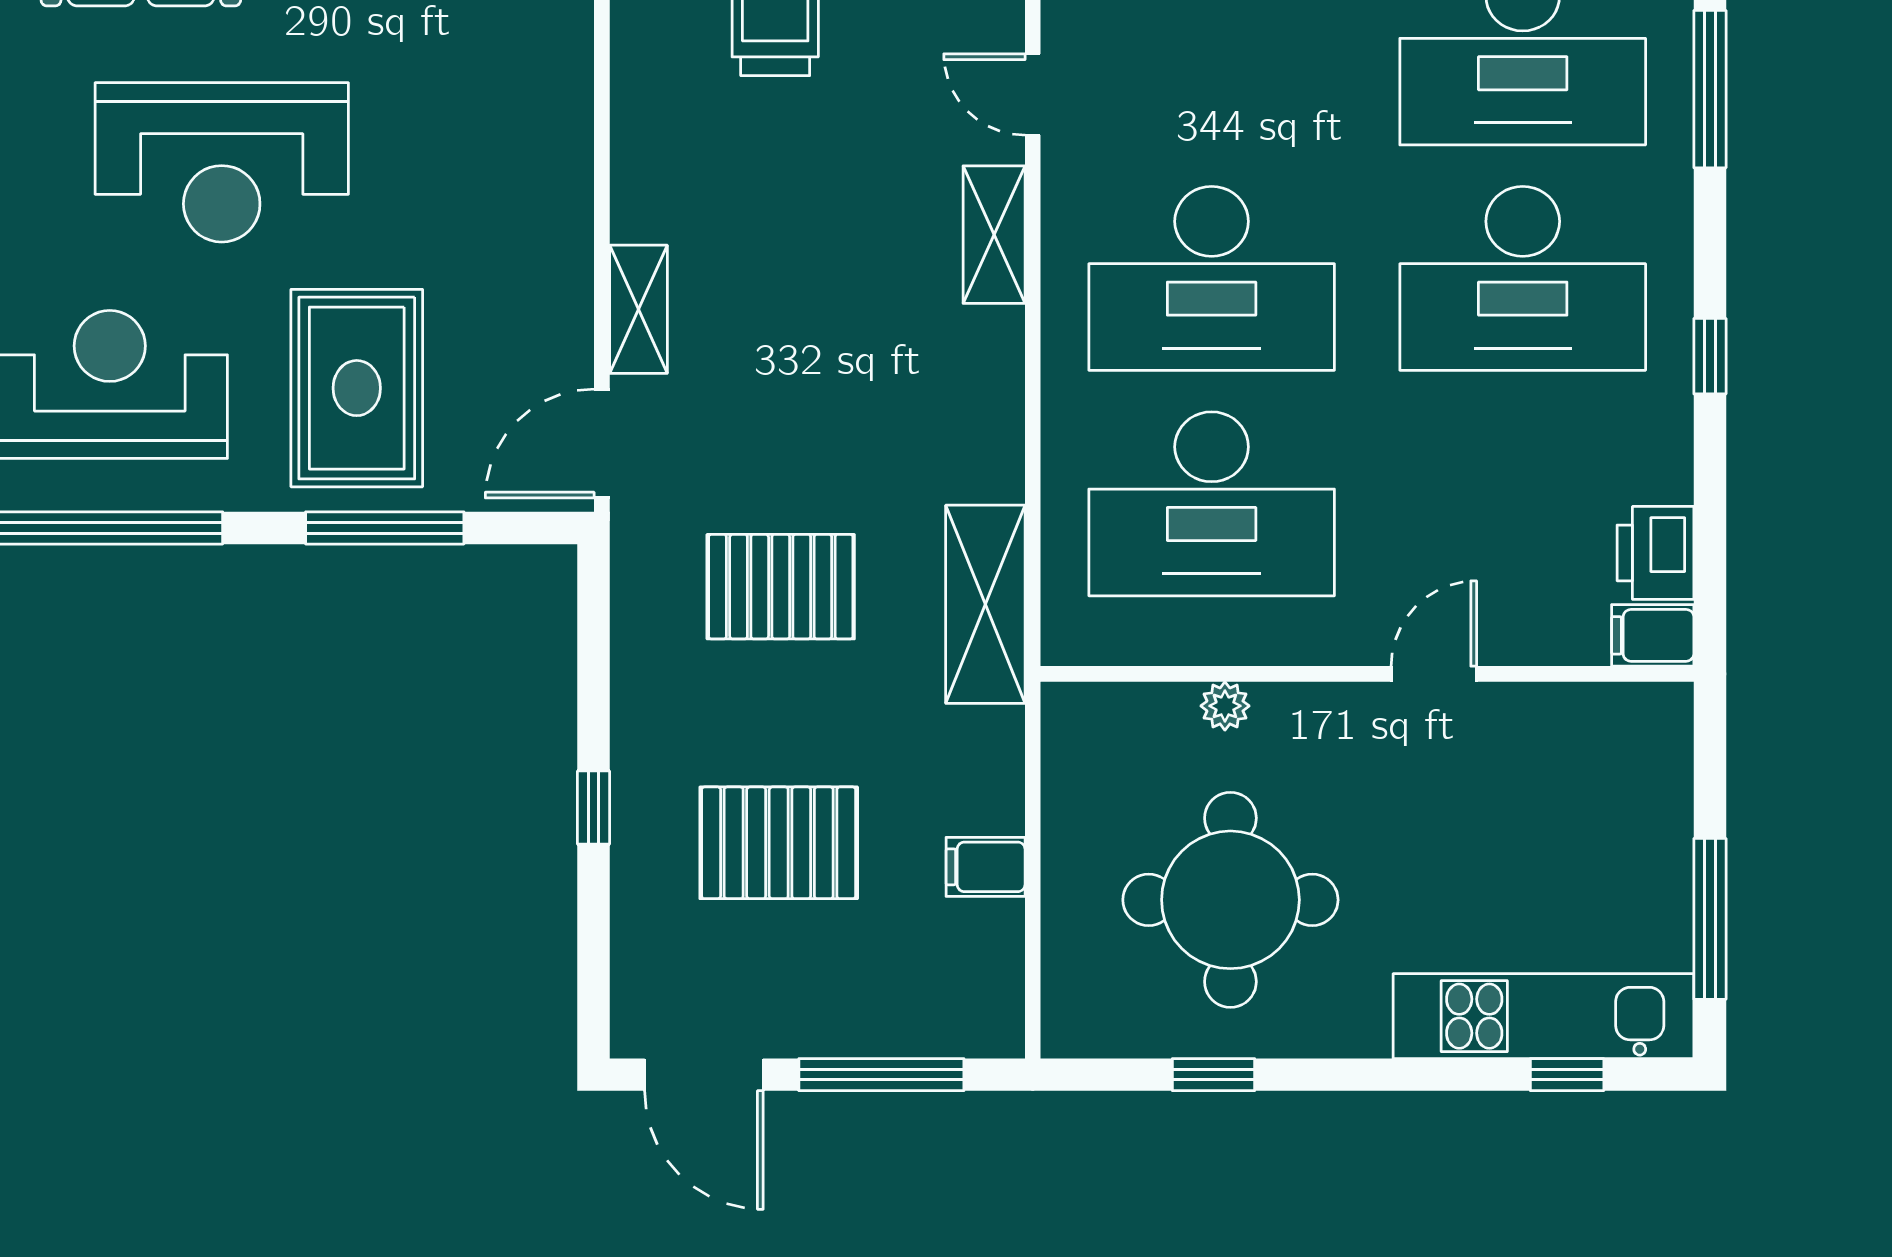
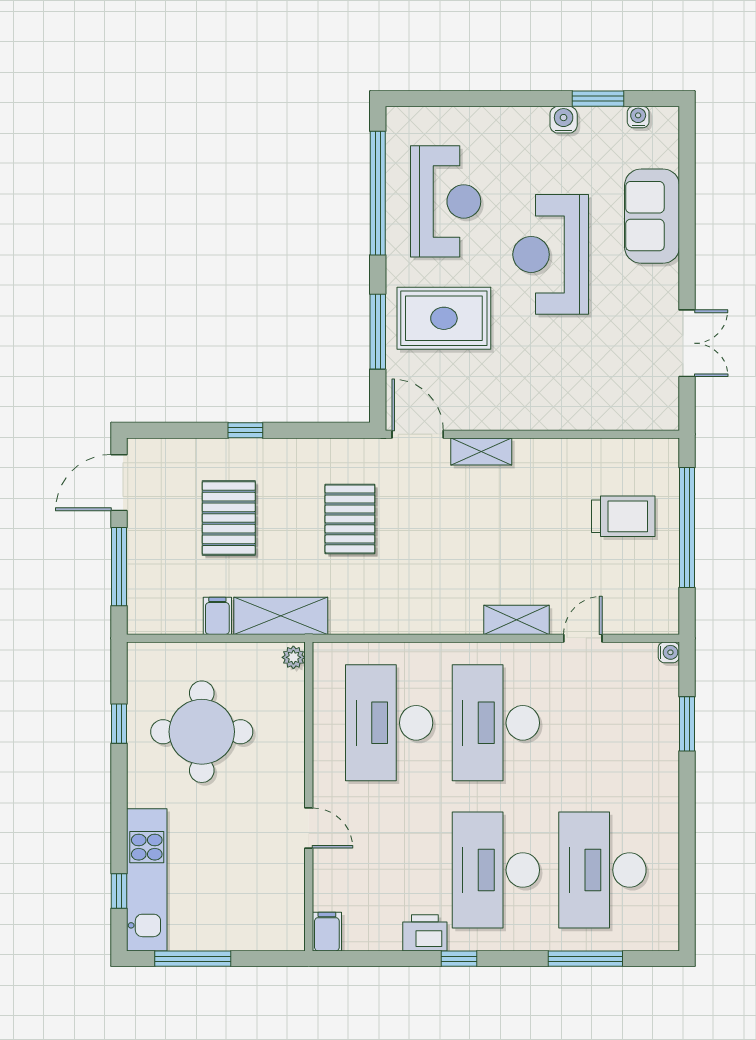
printer: (1655, 553) -> (425, 933), moved
shelving: (985, 604) -> (281, 616), moved
plant: (1225, 706) -> (293, 657), moved

